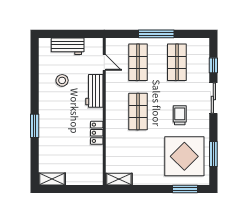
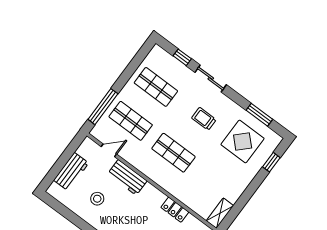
window: (156, 34) -> (103, 107), moved
locker: (97, 133) -> (175, 210), moved
display table: (184, 156) -> (243, 142), width x0.73, depth x0.73
window: (185, 189) -> (271, 162), width x0.67

